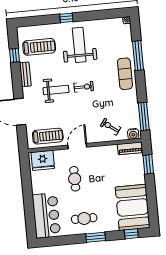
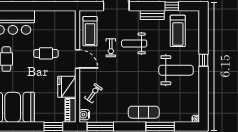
exercise bike: (84, 87) -> (111, 48), moved
weight bench: (56, 90) -> (134, 43), turned 90
fridge: (43, 160) -> (67, 87), moved

